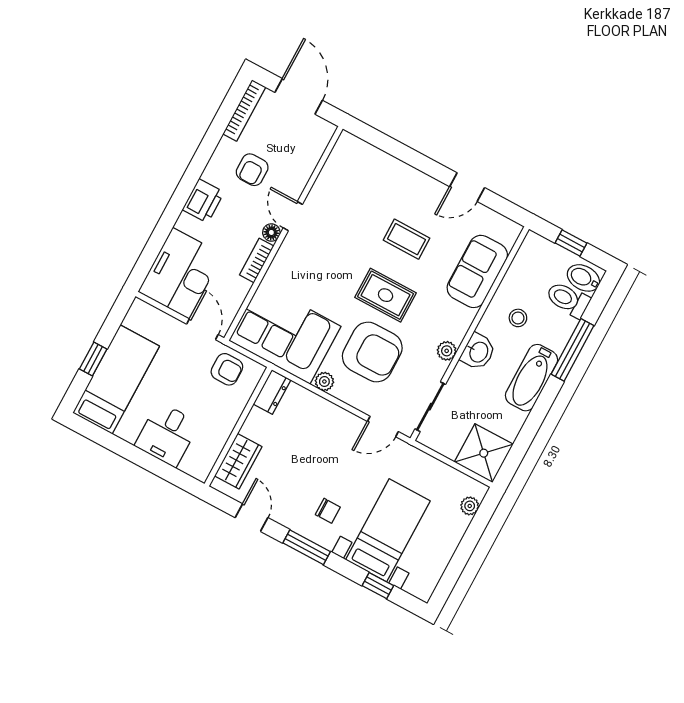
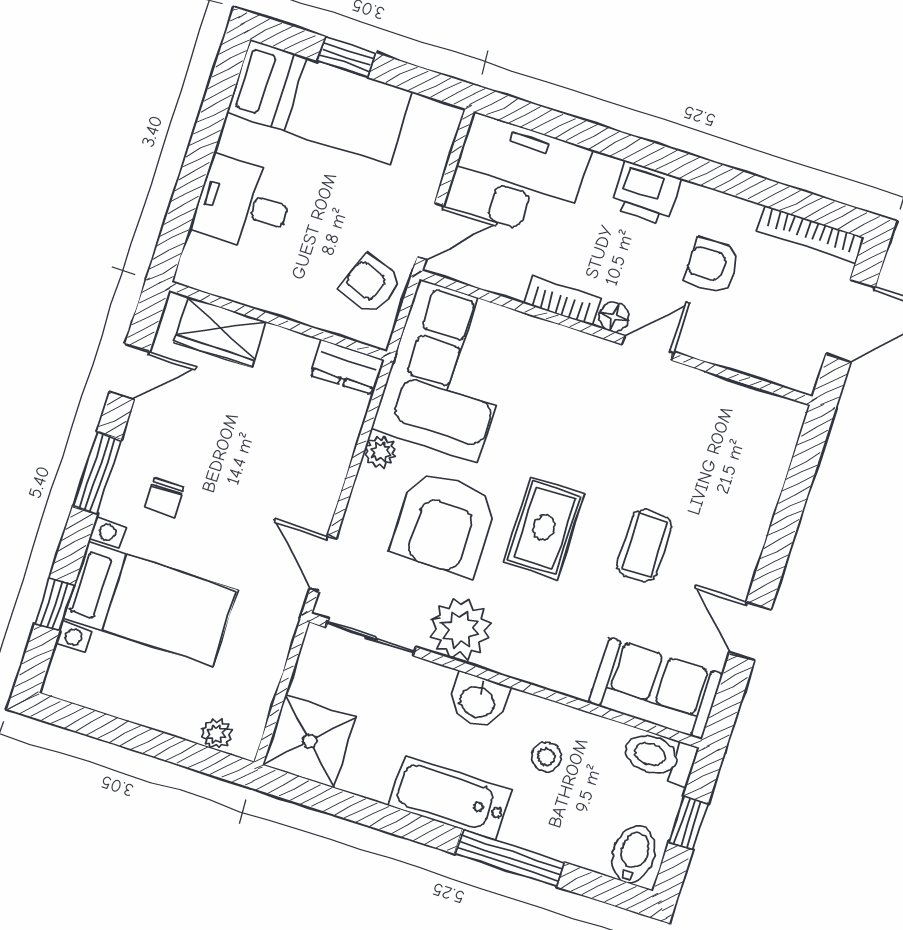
sofa: (477, 271) -> (656, 689), moved
toilet: (568, 299) -> (659, 757), moved, turned -90
plant: (447, 351) -> (460, 629), width x1.88, depth x1.88
armchair: (227, 369) -> (371, 285), turned 110

